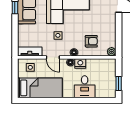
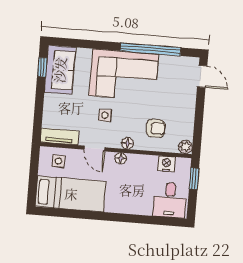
nightstand: (80, 64) -> (166, 164), moved
window: (119, 83) -> (194, 179), moved
desk: (85, 87) -> (170, 200), moved

